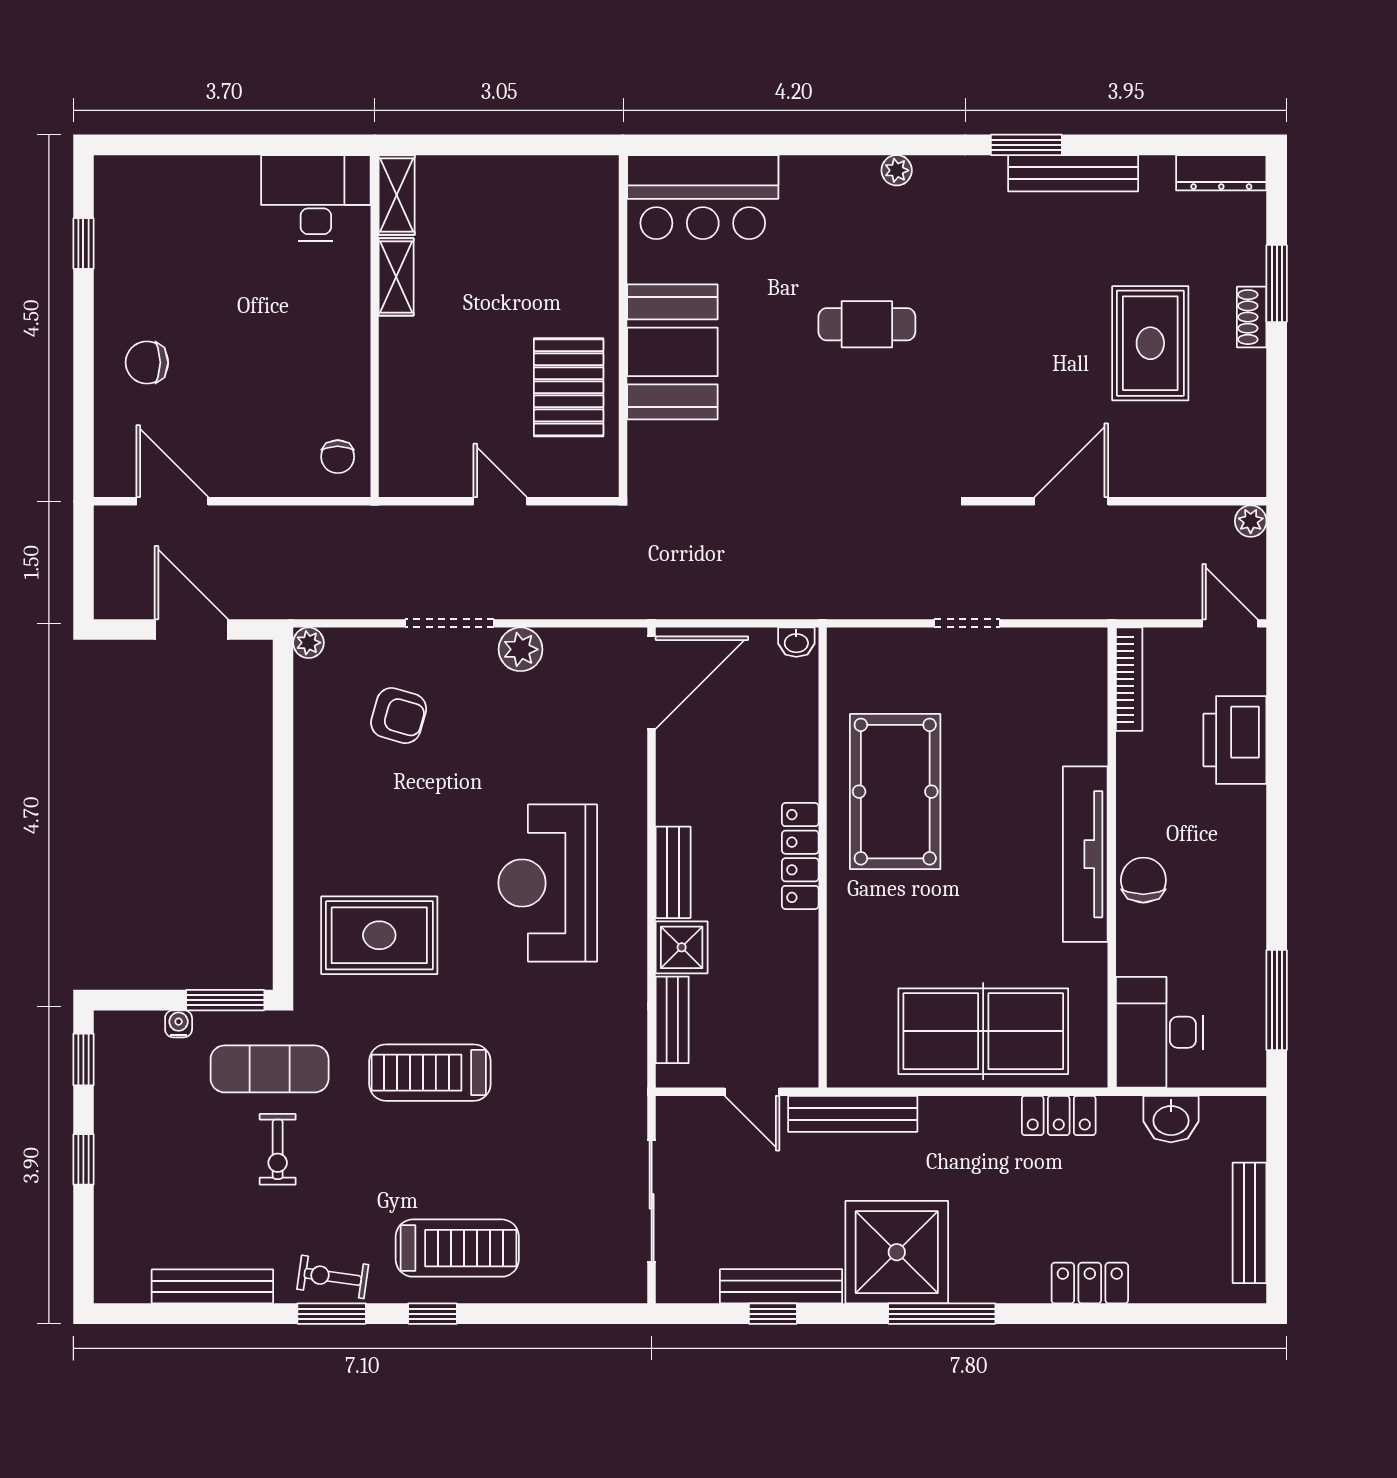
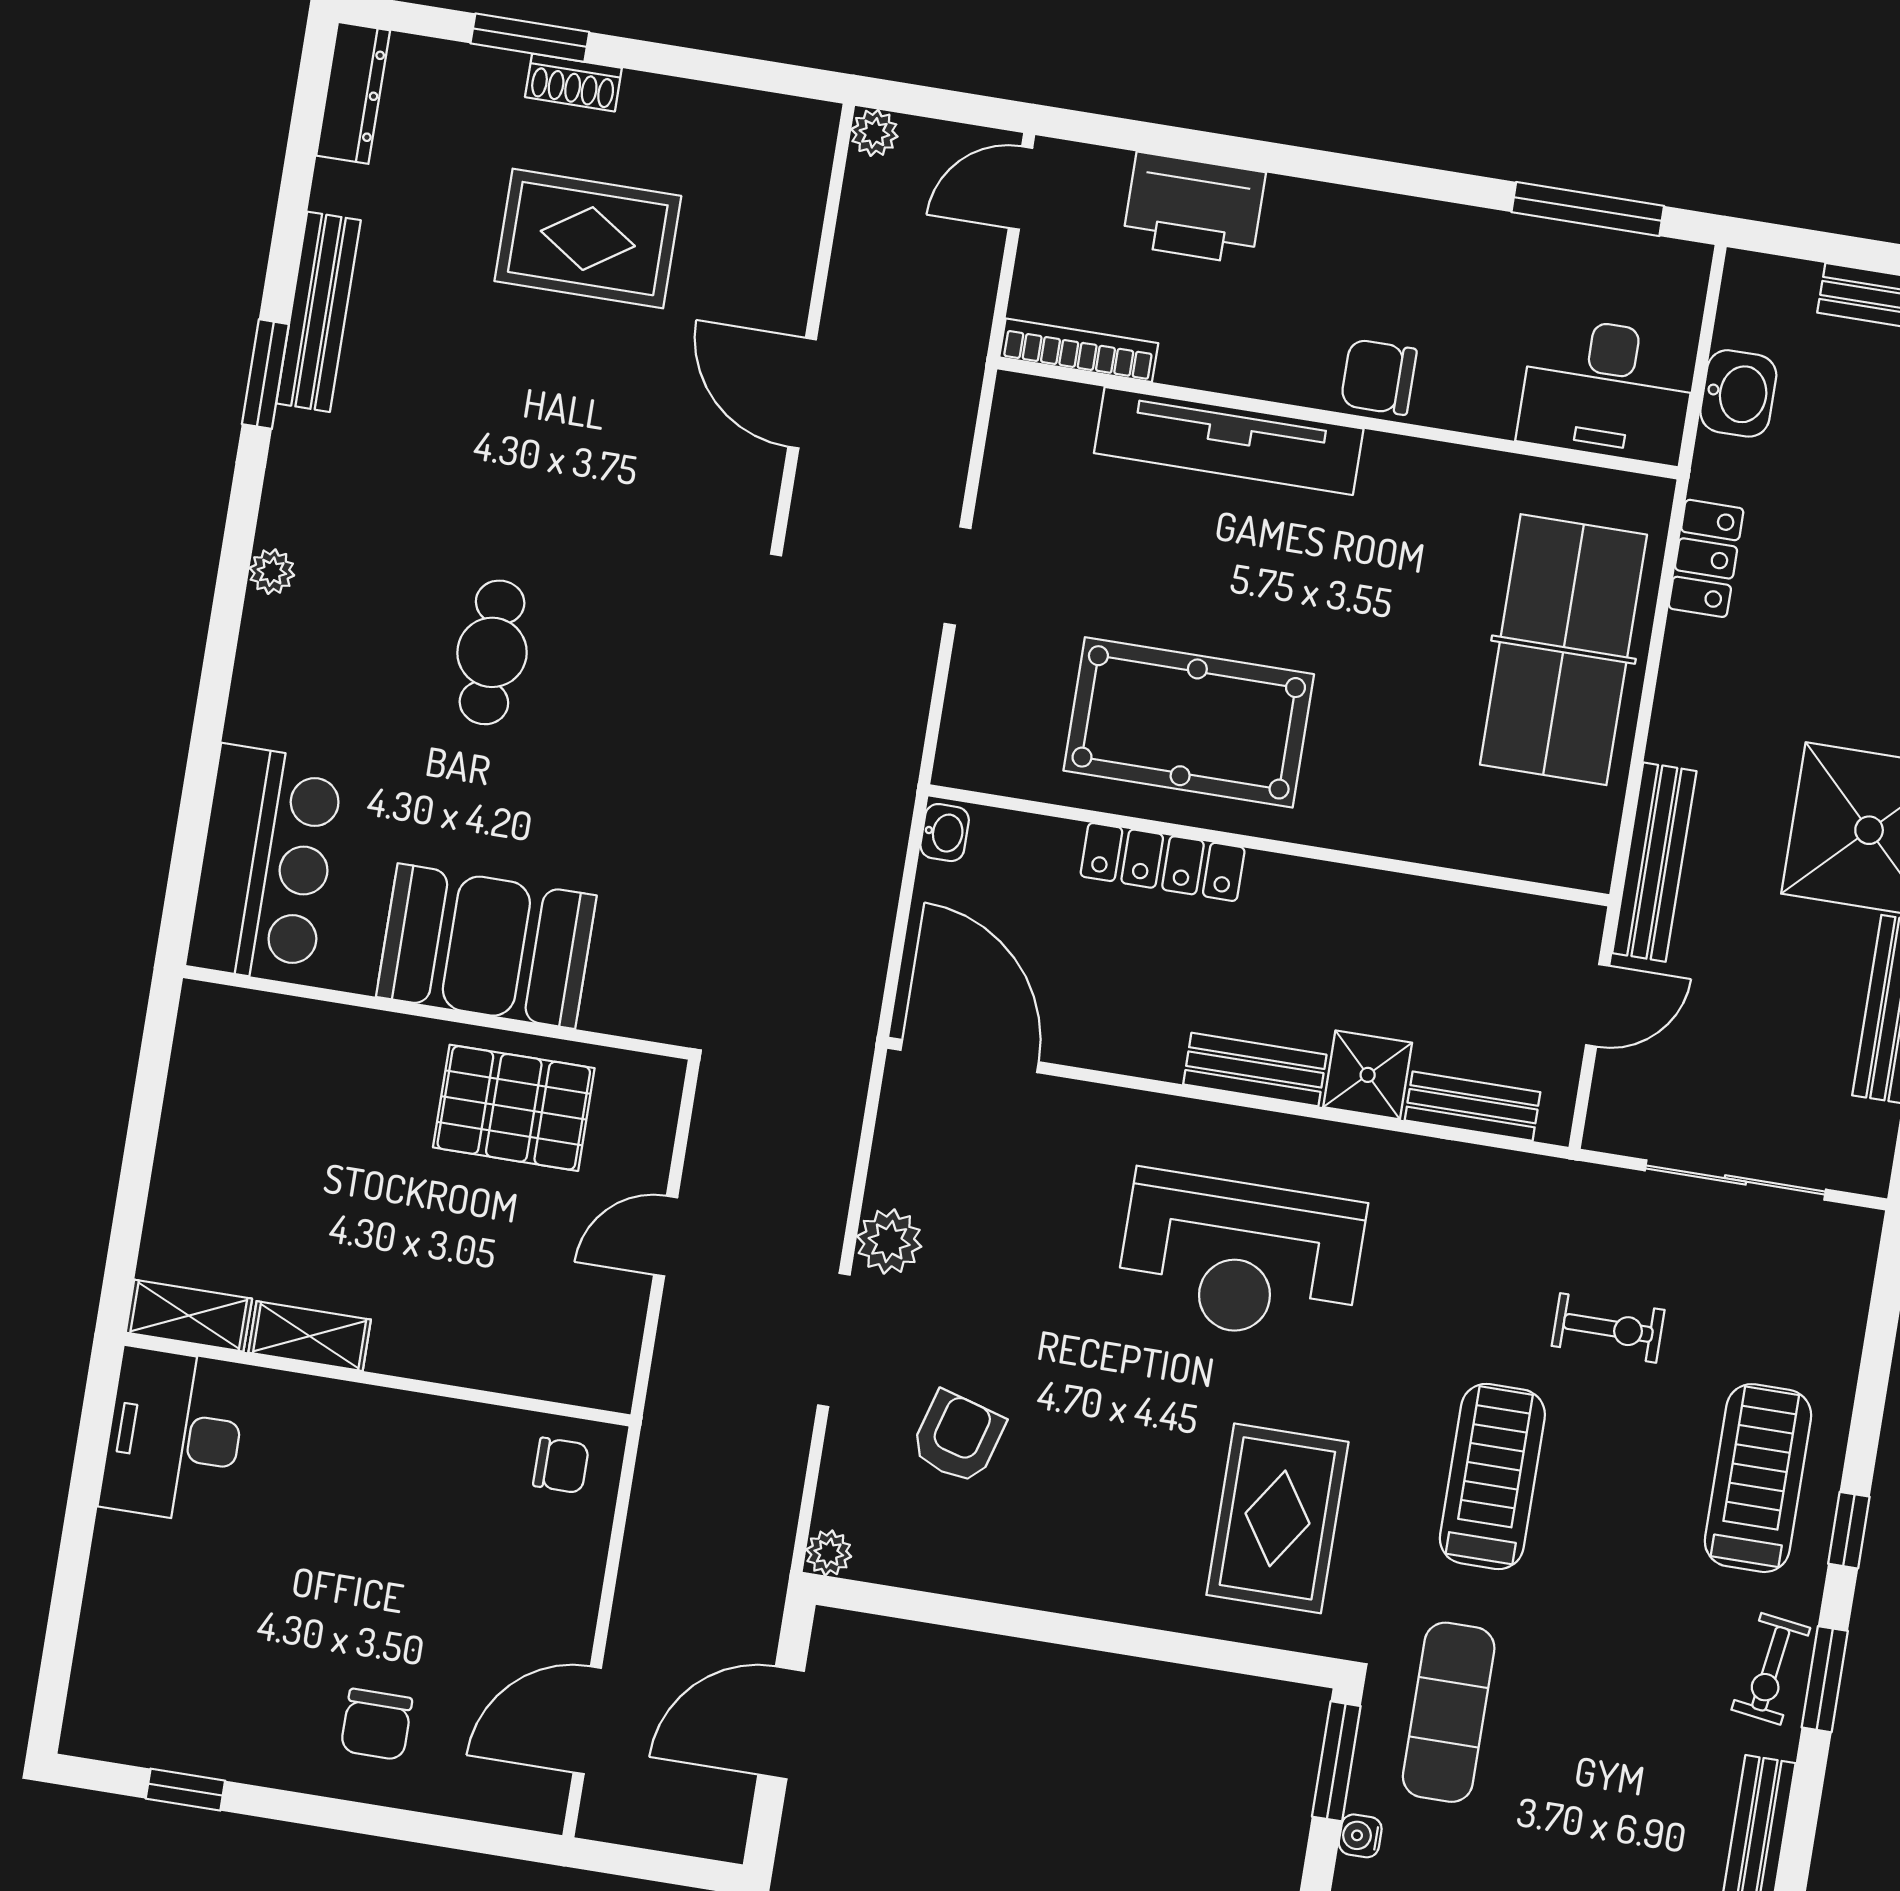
tv unit: (1085, 854) -> (1229, 441), moved
locker: (800, 856) -> (1163, 862), moved
treadmill: (430, 1073) -> (1492, 1476), turned 180
exercise bike: (278, 1149) -> (1608, 1328), moved

